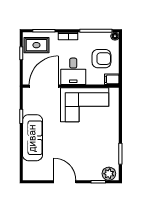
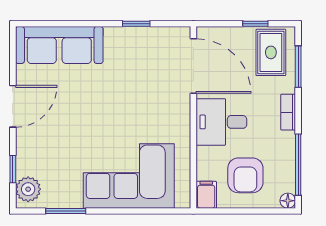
corner sofa: (85, 105) -> (129, 176), moved, turned 90
sofa: (32, 138) -> (59, 45), moved

